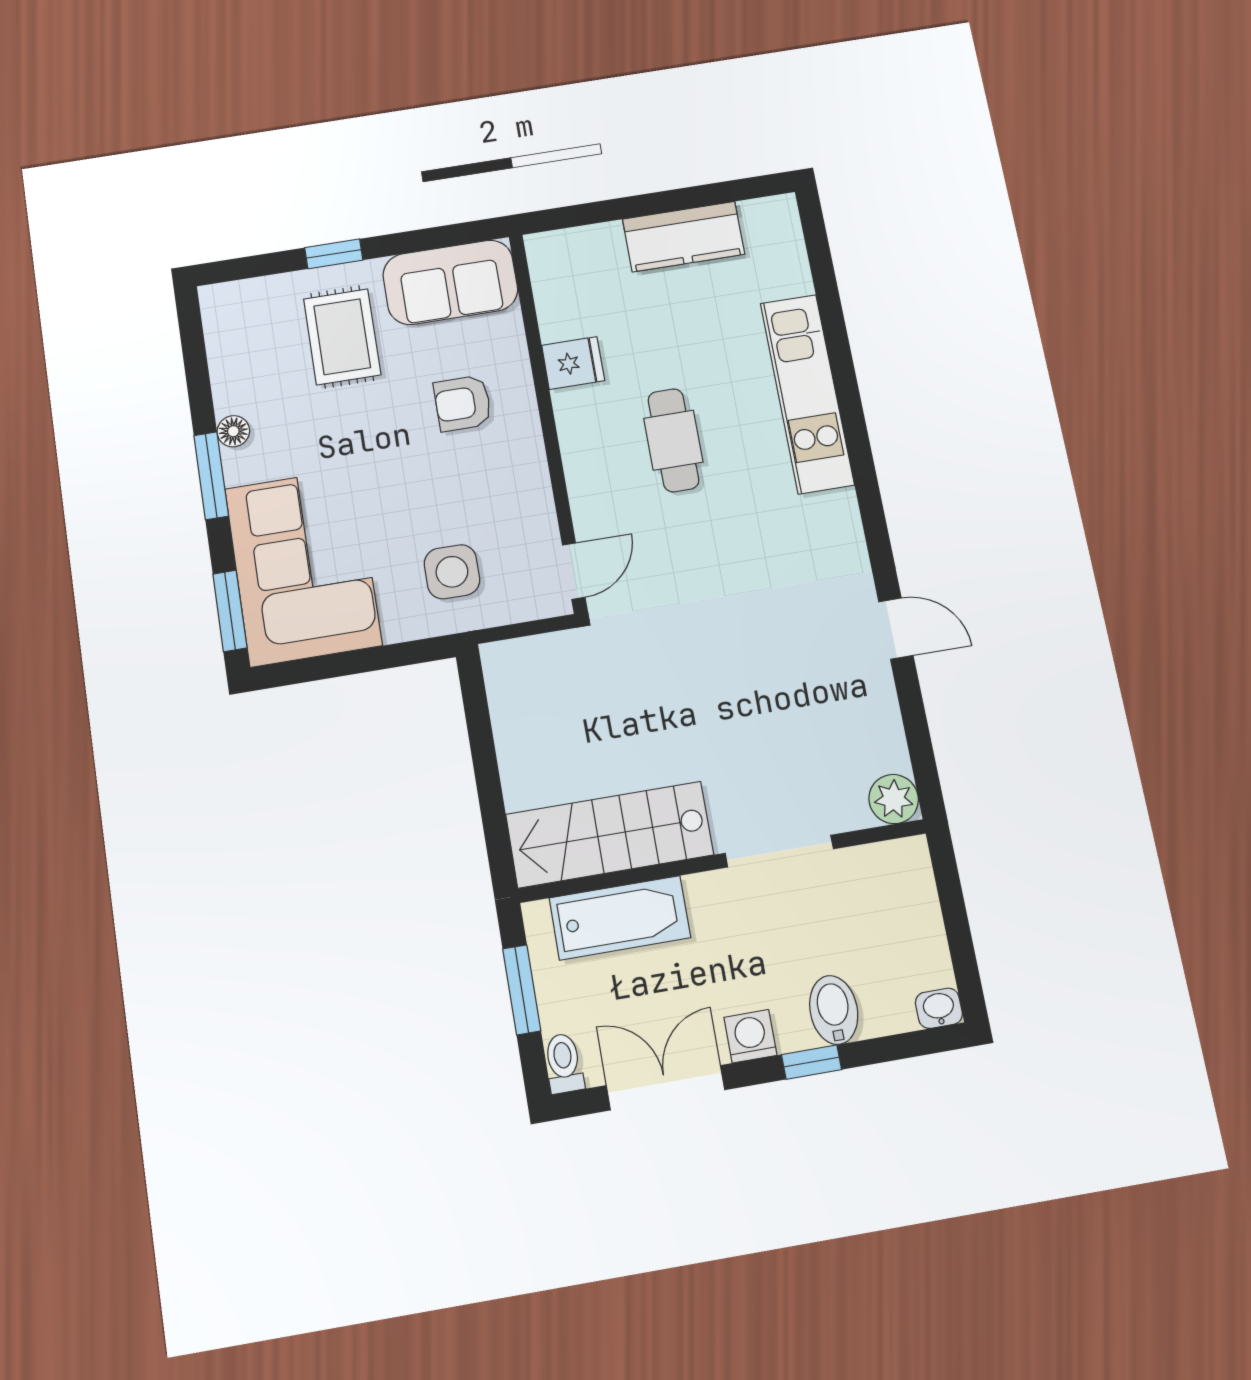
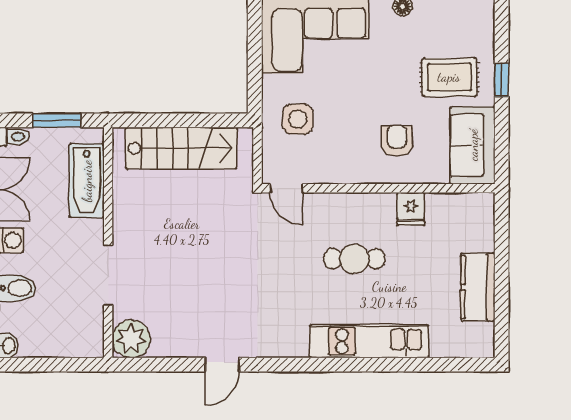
plant: (894, 799) -> (131, 339), width x1.36, depth x1.36
stairs: (610, 835) -> (181, 148), moved, turned 90

